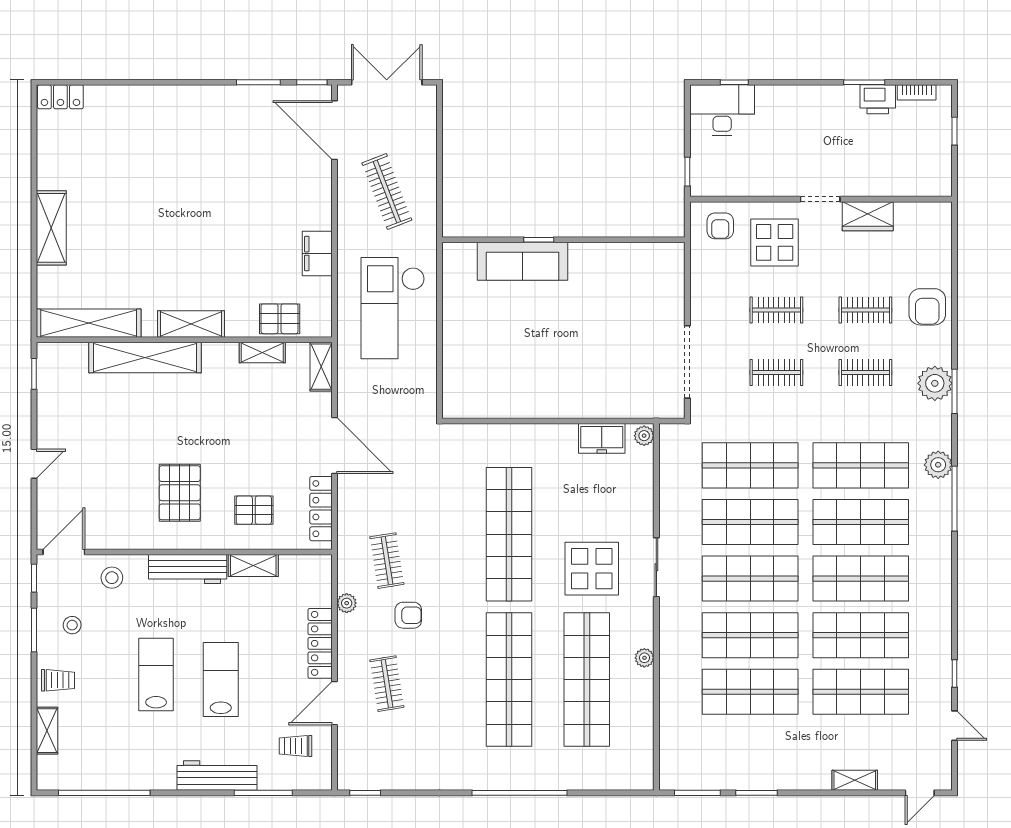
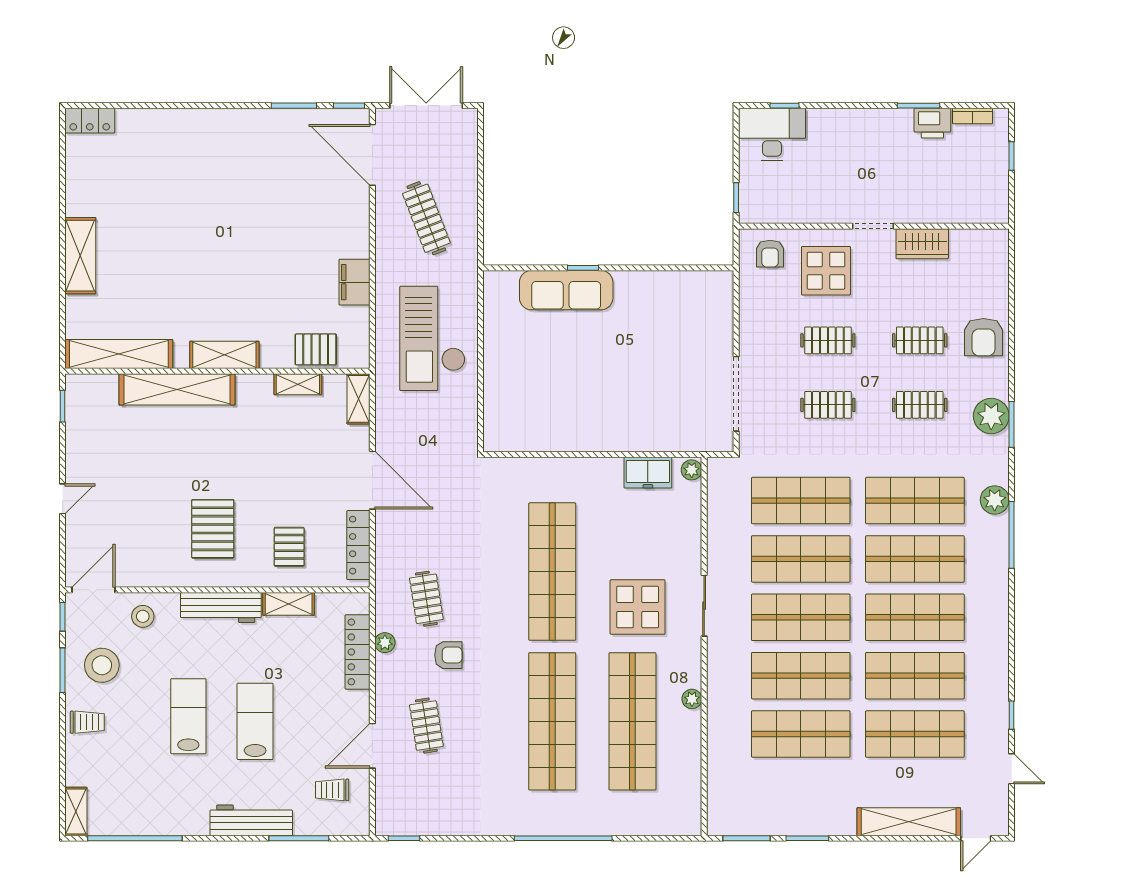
pallet: (254, 510) -> (289, 547), turned 90
stool: (72, 625) -> (102, 665), width x1.89, depth x1.89
locker: (320, 643) -> (357, 652), moved
shelving: (47, 731) -> (76, 811), moved
shelving: (855, 780) -> (909, 822), width x2.20, depth x1.33

